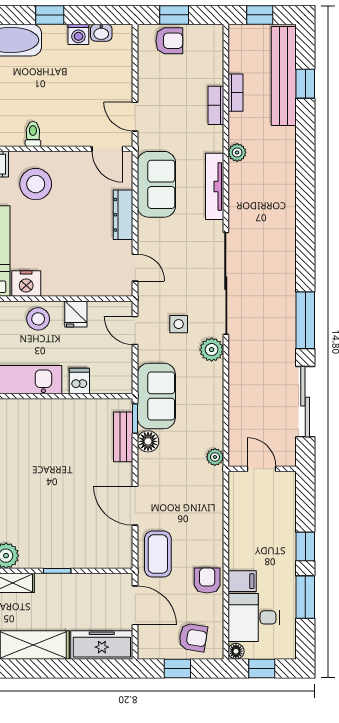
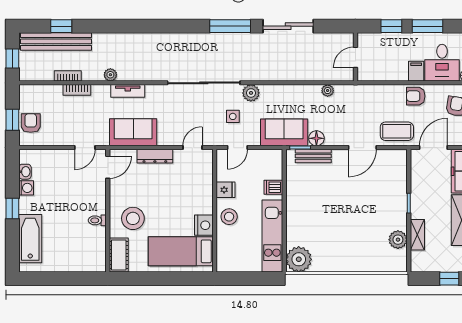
tv unit: (215, 186) -> (128, 91), width x0.71
door: (262, 469) -> (355, 57), moved
wall: (262, 469) -> (355, 57), moved

